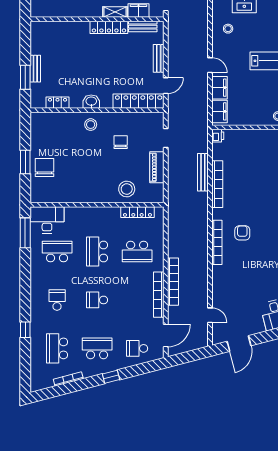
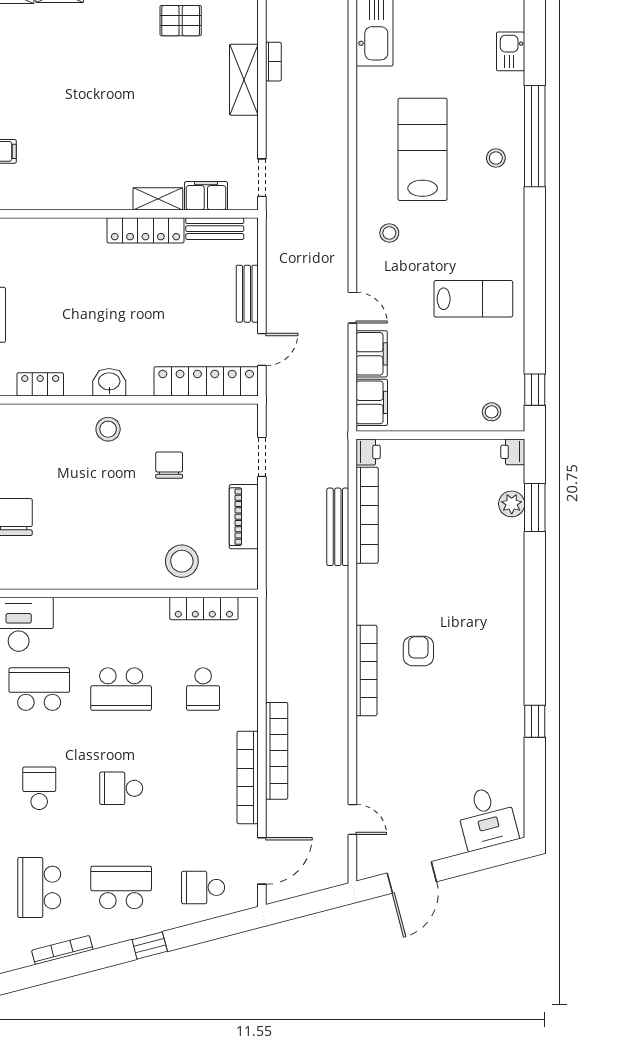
bookcase: (217, 184) -> (367, 515), moved
school desk: (97, 252) -> (121, 689), turned -90
school desk: (137, 252) -> (203, 689), width x0.54

